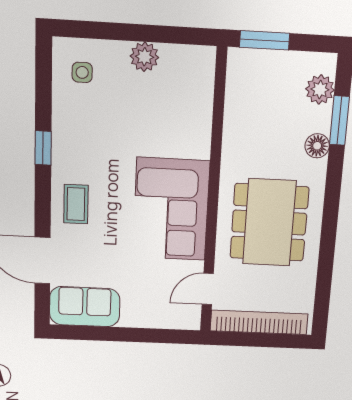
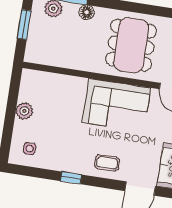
window: (265, 40) -> (24, 25), moved
dining table: (269, 223) -> (131, 45), turned 90

